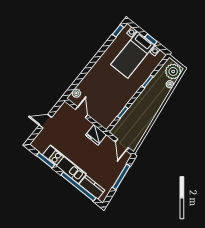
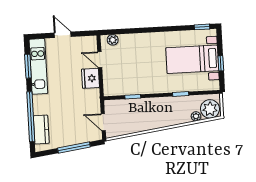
door: (81, 112) -> (100, 60), swing flipped
fridge: (96, 135) -> (91, 78), moved
door: (122, 145) -> (103, 122), hinge flipped
kitchen unit: (64, 164) -> (38, 66), moved

